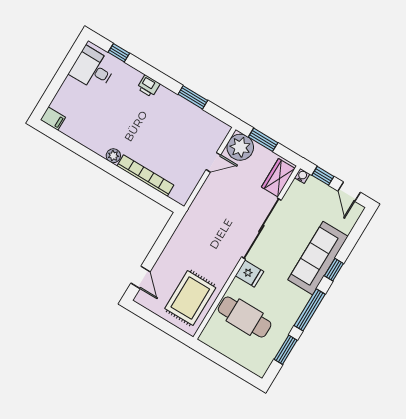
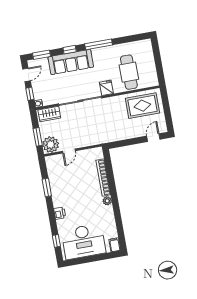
desk: (93, 69) -> (83, 241), width x1.87, depth x1.30
door: (213, 162) -> (69, 151), swing flipped
window: (286, 350) -> (41, 55), moved

